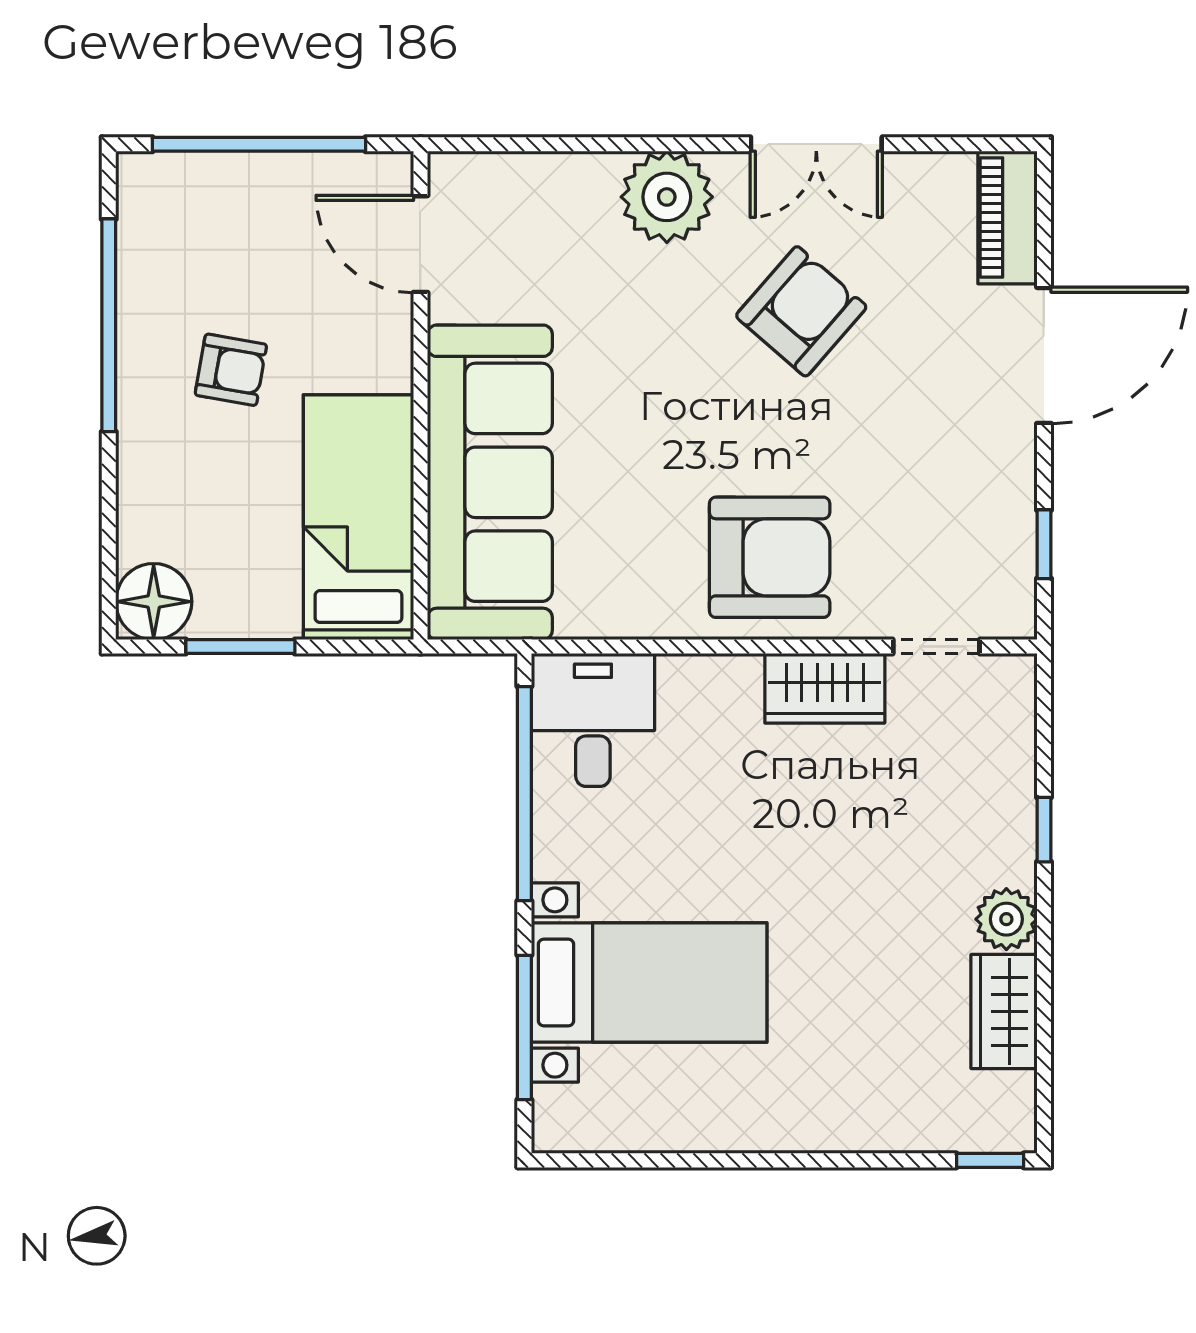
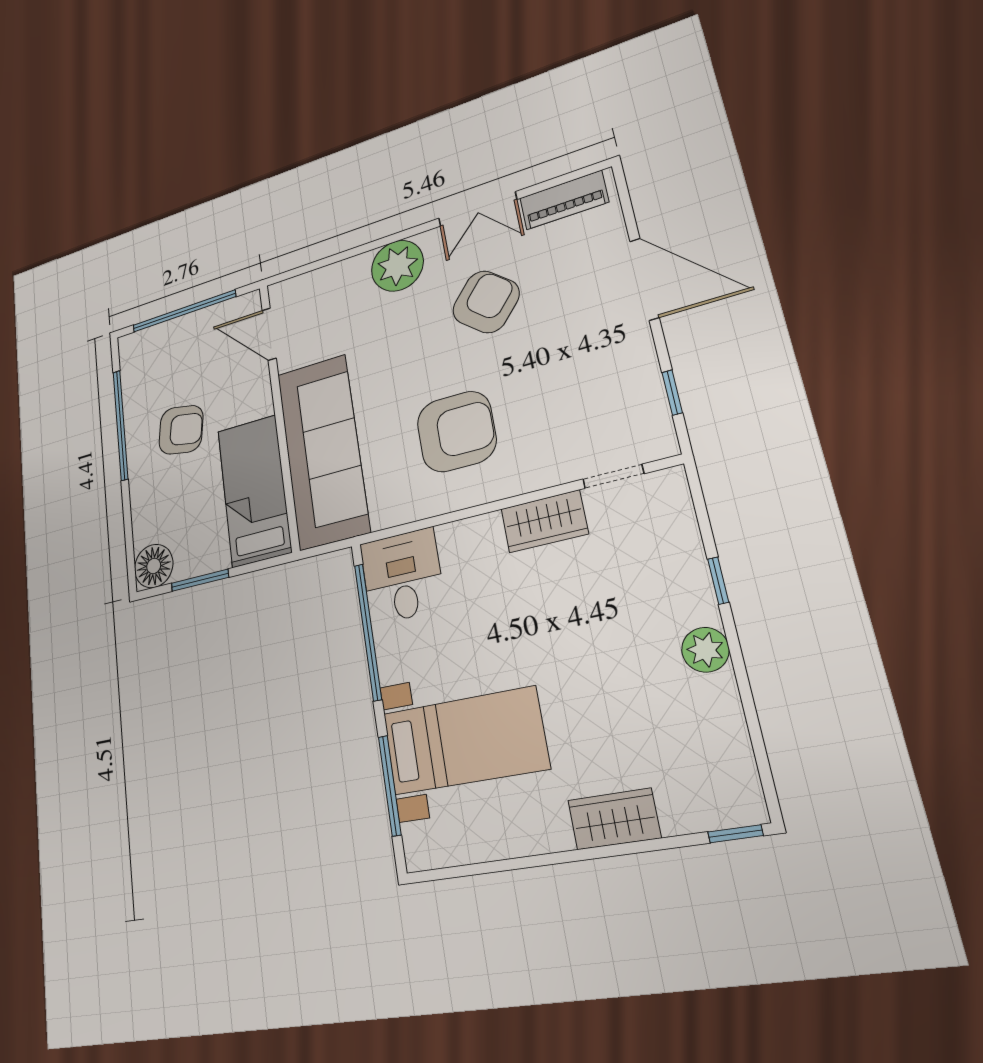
piano: (1007, 218) -> (564, 200), moved, turned -90
door: (1044, 355) -> (644, 279), hinge flipped
armchair: (231, 370) -> (181, 430), width x1.38, depth x1.38
armchair: (770, 557) -> (456, 432), moved
wardrobe: (1004, 1012) -> (614, 819), moved, turned 90

